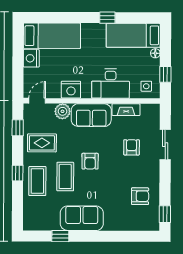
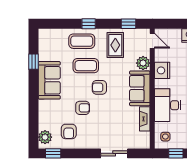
armchair: (132, 147) -> (83, 108), moved
plant: (146, 223) -> (45, 137), added

